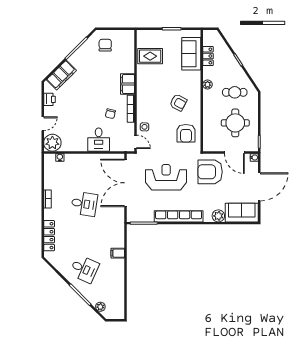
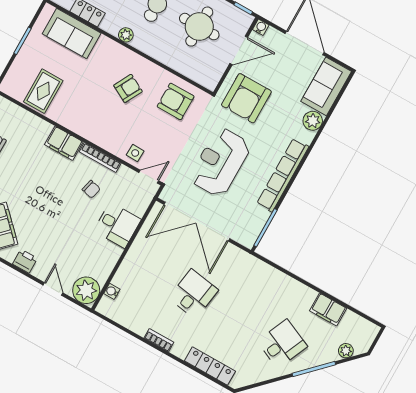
armchair: (186, 133) -> (176, 101), turned 180
filing cabinet: (118, 253) -> (328, 309), moved, width x2.00

